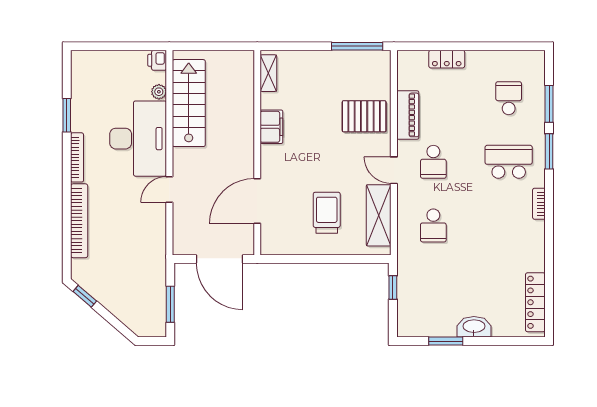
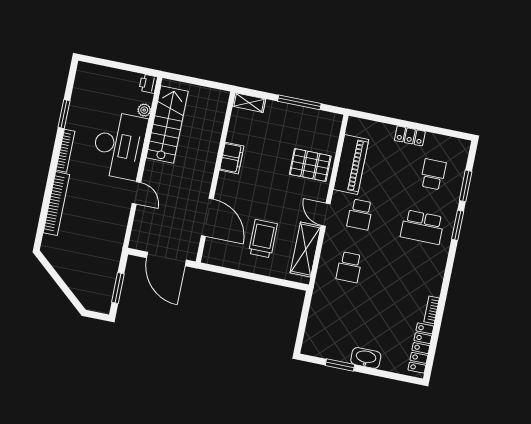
window: (357, 46) -> (299, 102), moved
locker: (447, 59) -> (410, 136), moved
shelving: (268, 73) -> (249, 103), moved, turned 90
piano: (408, 115) -> (351, 164), width x1.37, depth x1.33
school desk: (509, 162) -> (422, 227), turned 180
door: (169, 189) -> (136, 193), swing flipped
door: (257, 201) -> (207, 217), swing flipped
bookcase: (539, 204) -> (432, 310), moved
window: (393, 287) -> (305, 312), removed
window: (85, 296) -> (48, 267), removed

